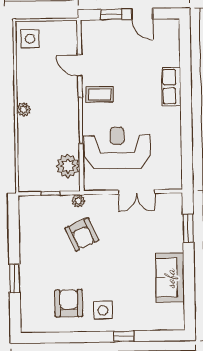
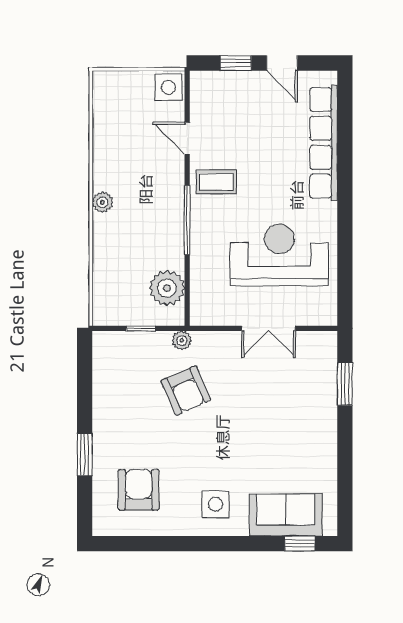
side table: (30, 39) -> (168, 87), moved
row of seats: (171, 87) -> (324, 143), width x2.02
reception desk: (117, 148) -> (279, 255), moved
sofa: (170, 278) -> (286, 515), moved, turned 90
armchair: (69, 303) -> (139, 490), moved
window: (124, 336) -> (300, 544), moved

